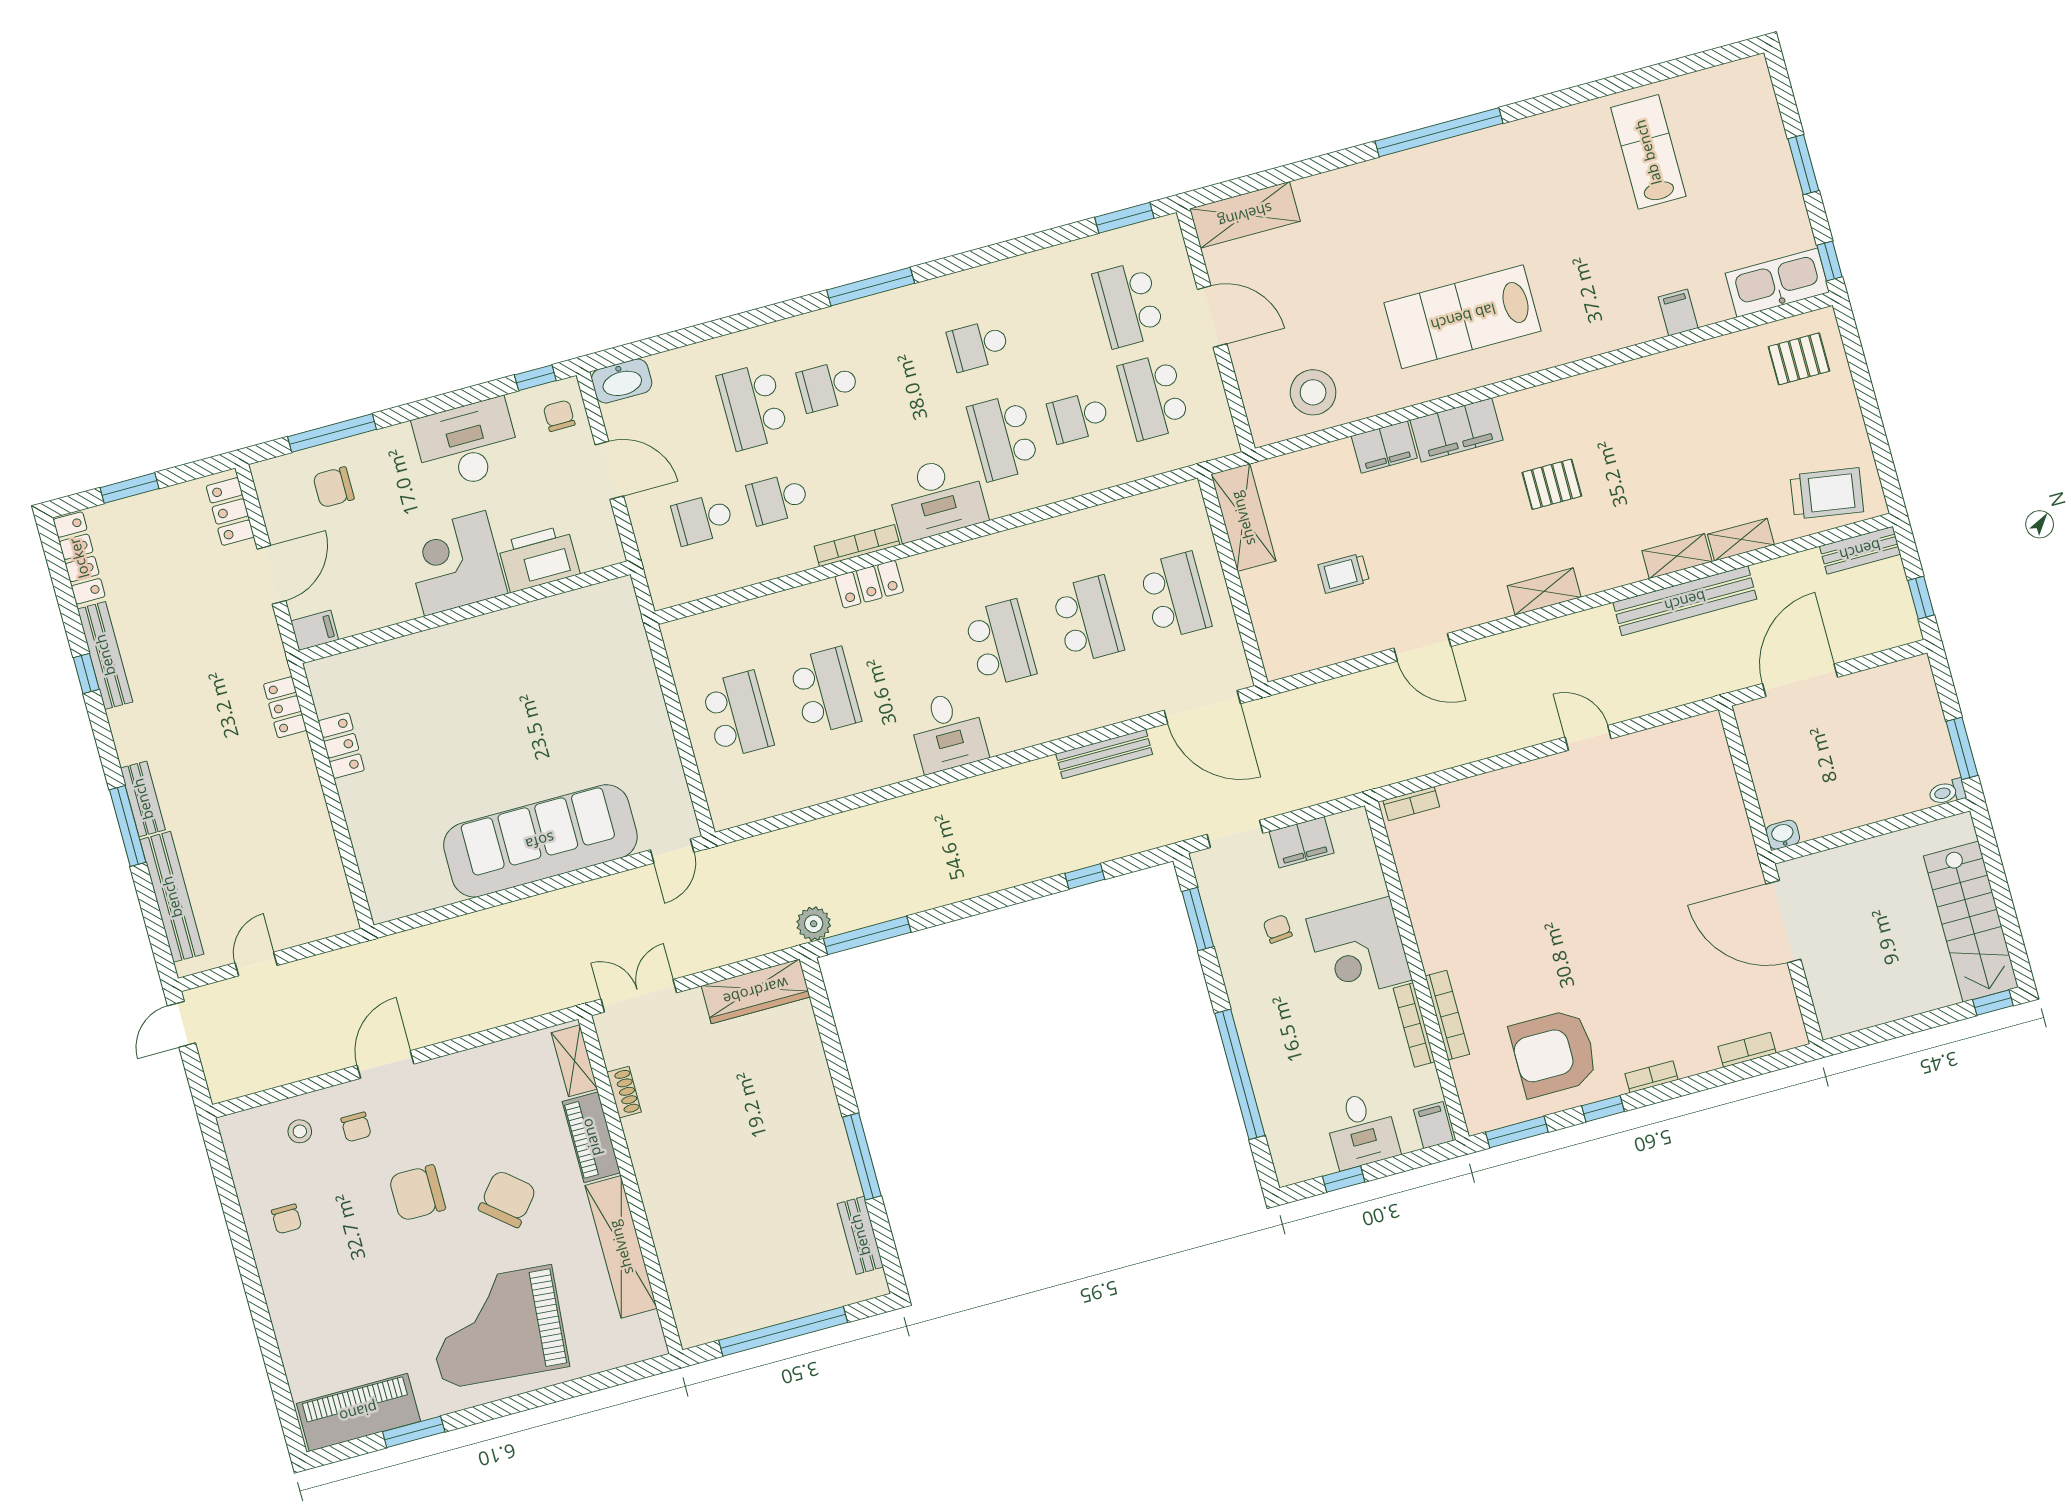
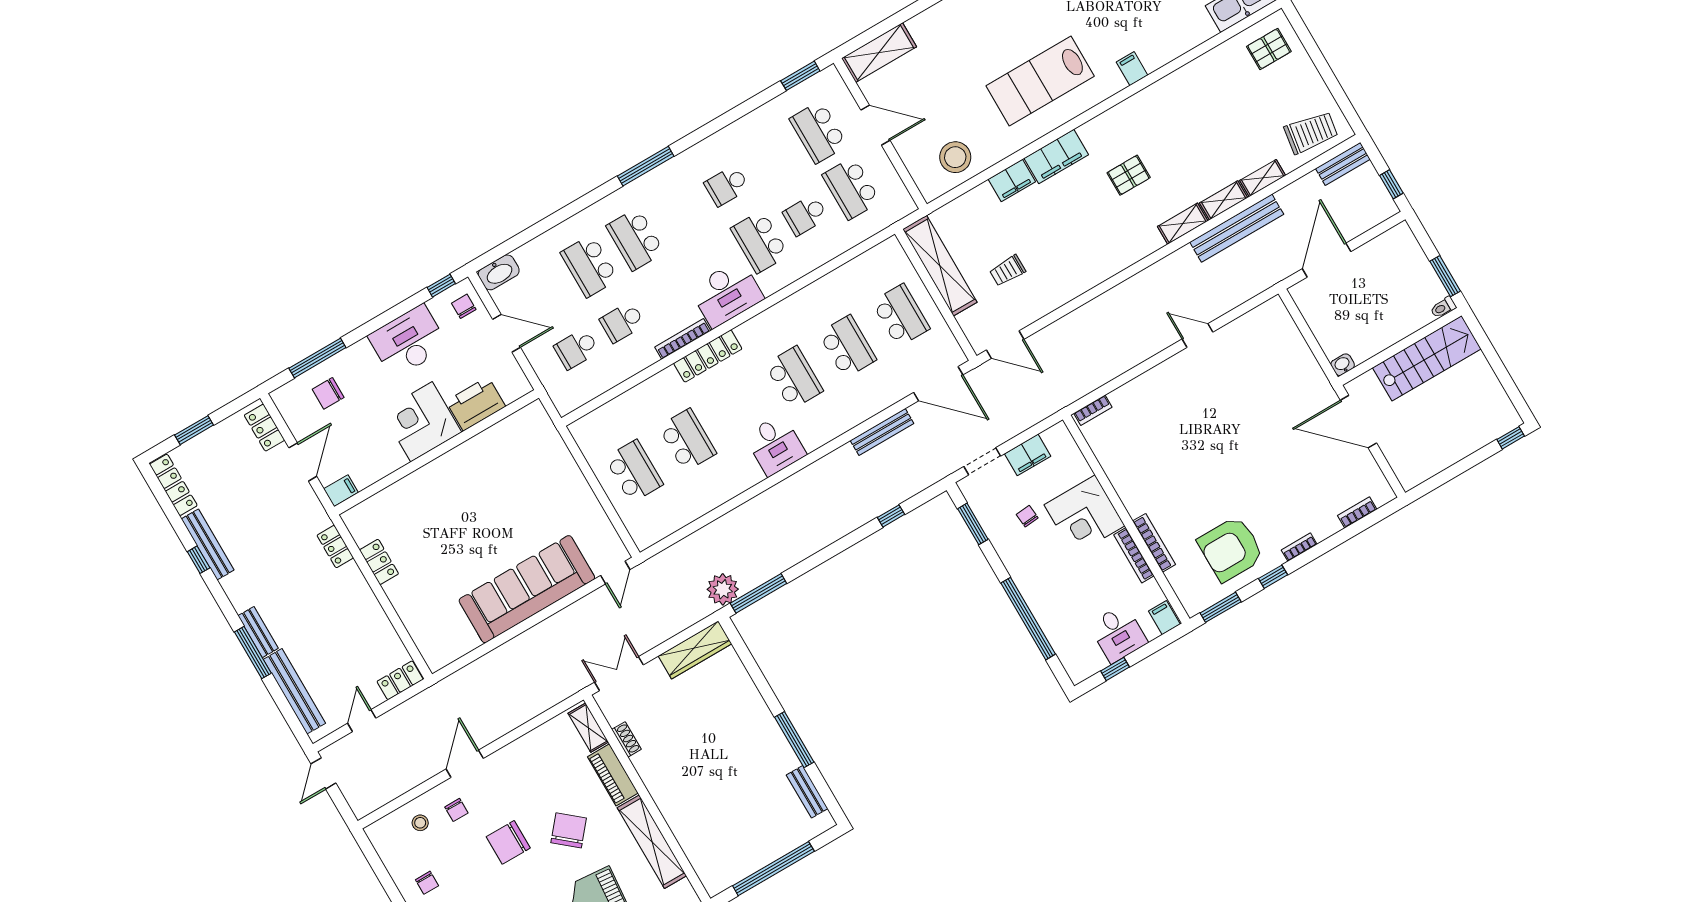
filing cabinet: (1678, 313) -> (1132, 69), moved
school desk: (828, 386) -> (635, 239), width x1.85
shelving: (1243, 518) -> (940, 266), width x1.47
locker: (869, 584) -> (708, 356), width x1.53
shelving: (1544, 591) -> (1183, 224), moved
door: (1422, 647) -> (1005, 345), moved
locker: (326, 922) -> (400, 680), added
stairs: (1971, 922) -> (1427, 358), moved, turned -90
plant: (814, 924) -> (723, 589), width x1.36, depth x1.36

